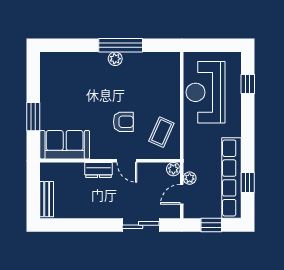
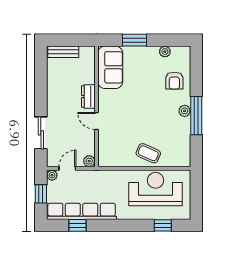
plant: (46, 81) -> (165, 52), added
armchair: (123, 122) -> (174, 81), moved
coffee table: (161, 132) -> (148, 153), moved
door: (127, 161) -> (96, 121), hinge flipped
plant: (190, 178) -> (52, 175), moved
door: (182, 194) -> (67, 168), hinge flipped

